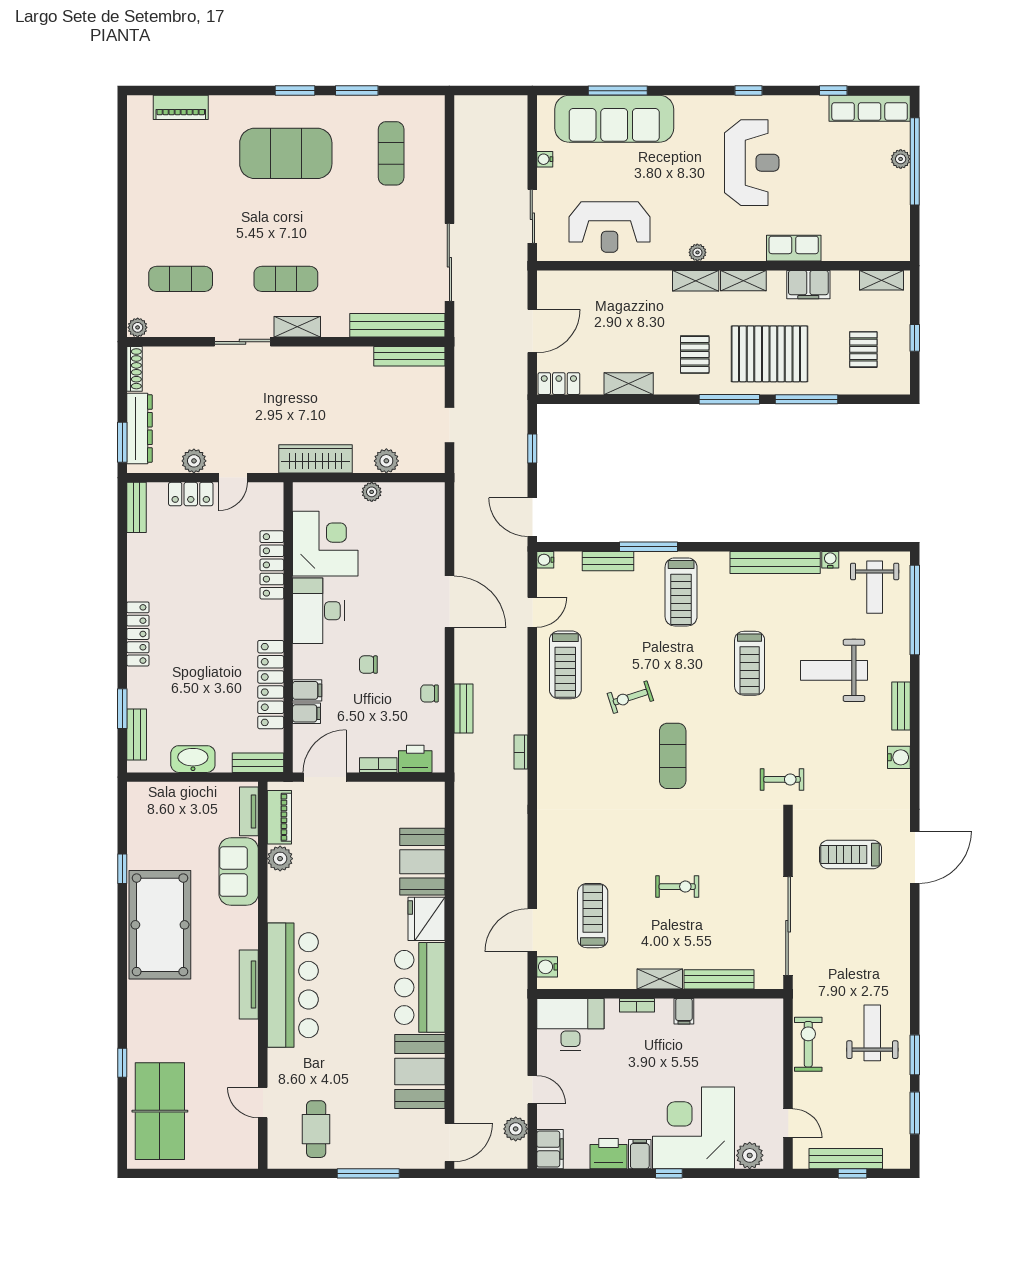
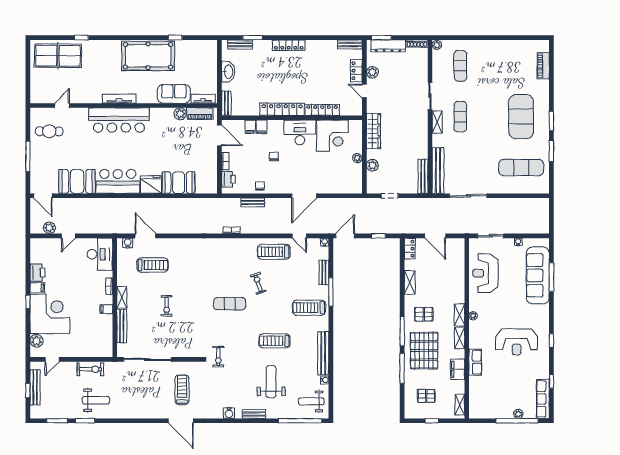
exercise mat: (391, 153) -> (521, 168), width x1.36, depth x1.45
locker: (271, 685) -> (282, 109), moved
filing cabinet: (550, 1149) -> (40, 244), removed

